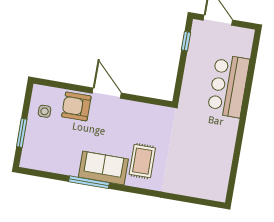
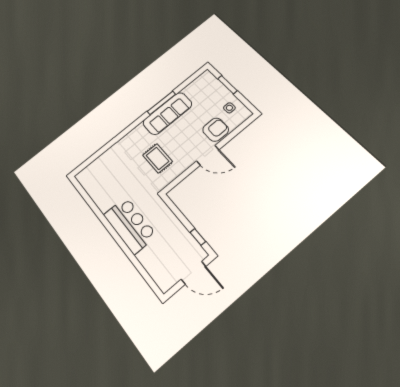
bar counter: (228, 86) -> (130, 225), moved
rug: (142, 161) -> (158, 158), moved
sofa: (103, 168) -> (167, 113), width x1.36

